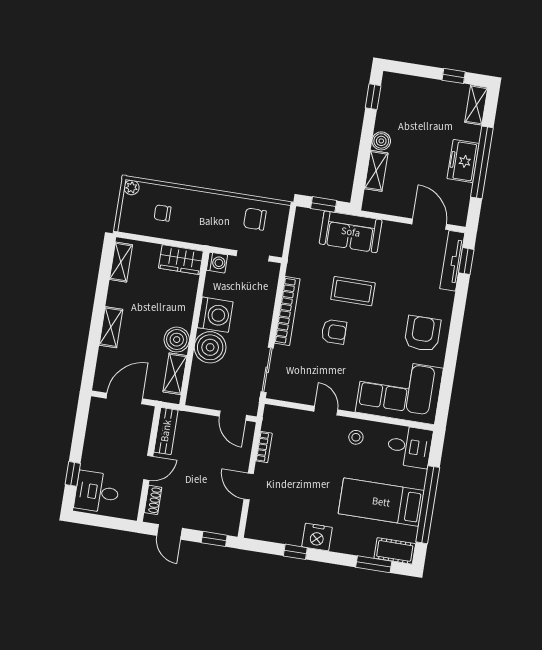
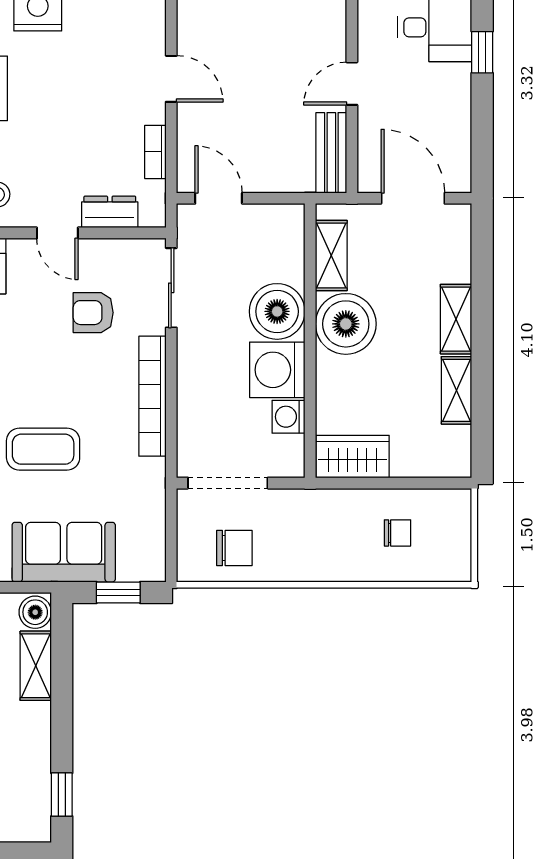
boiler: (381, 141) -> (35, 612), moved
plant: (132, 187) -> (459, 569), removed
doorway: (253, 256) -> (228, 483), width x1.38
shelving: (121, 262) -> (457, 390), moved
washing machine: (217, 263) -> (289, 417), moved
armchair: (334, 332) -> (93, 313), moved
boiler: (177, 340) -> (346, 324), width x1.37, depth x1.37
door: (124, 399) -> (413, 198), swing flipped
dresser: (295, 418) -> (110, 212), added
shoe rack: (153, 500) -> (335, 29), removed

